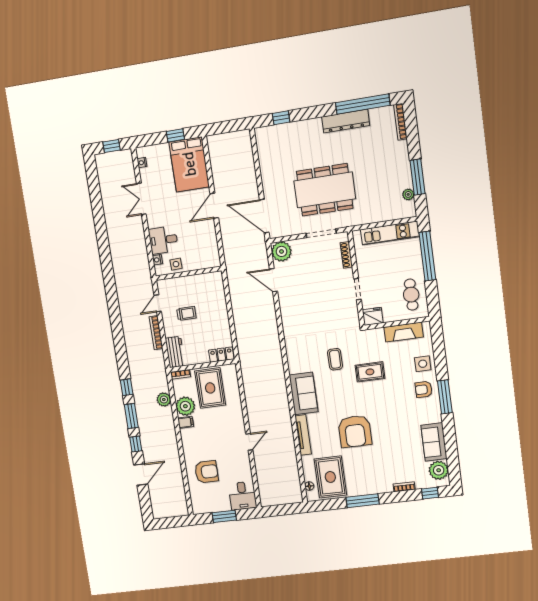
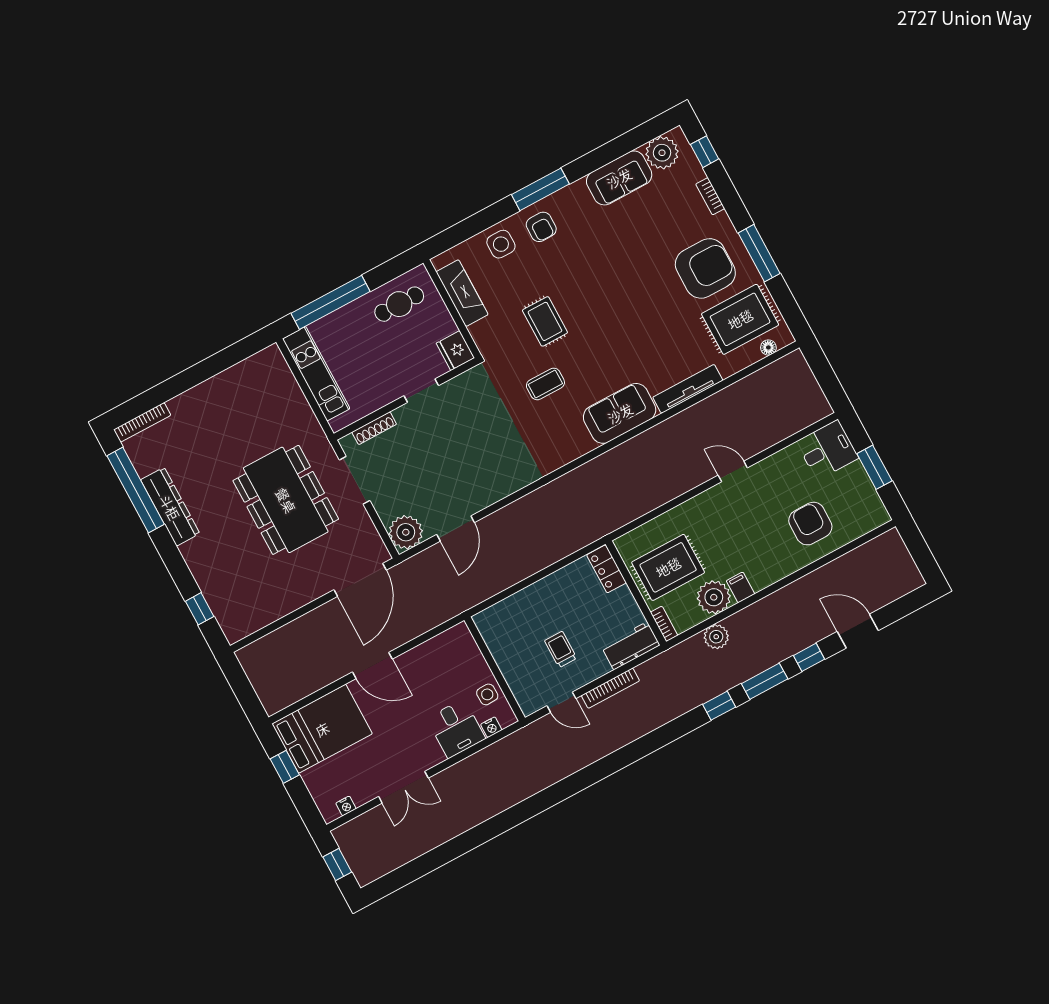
window: (418, 177) -> (216, 364), removed
plant: (408, 194) -> (247, 368), removed
armchair: (355, 431) -> (705, 268), moved

